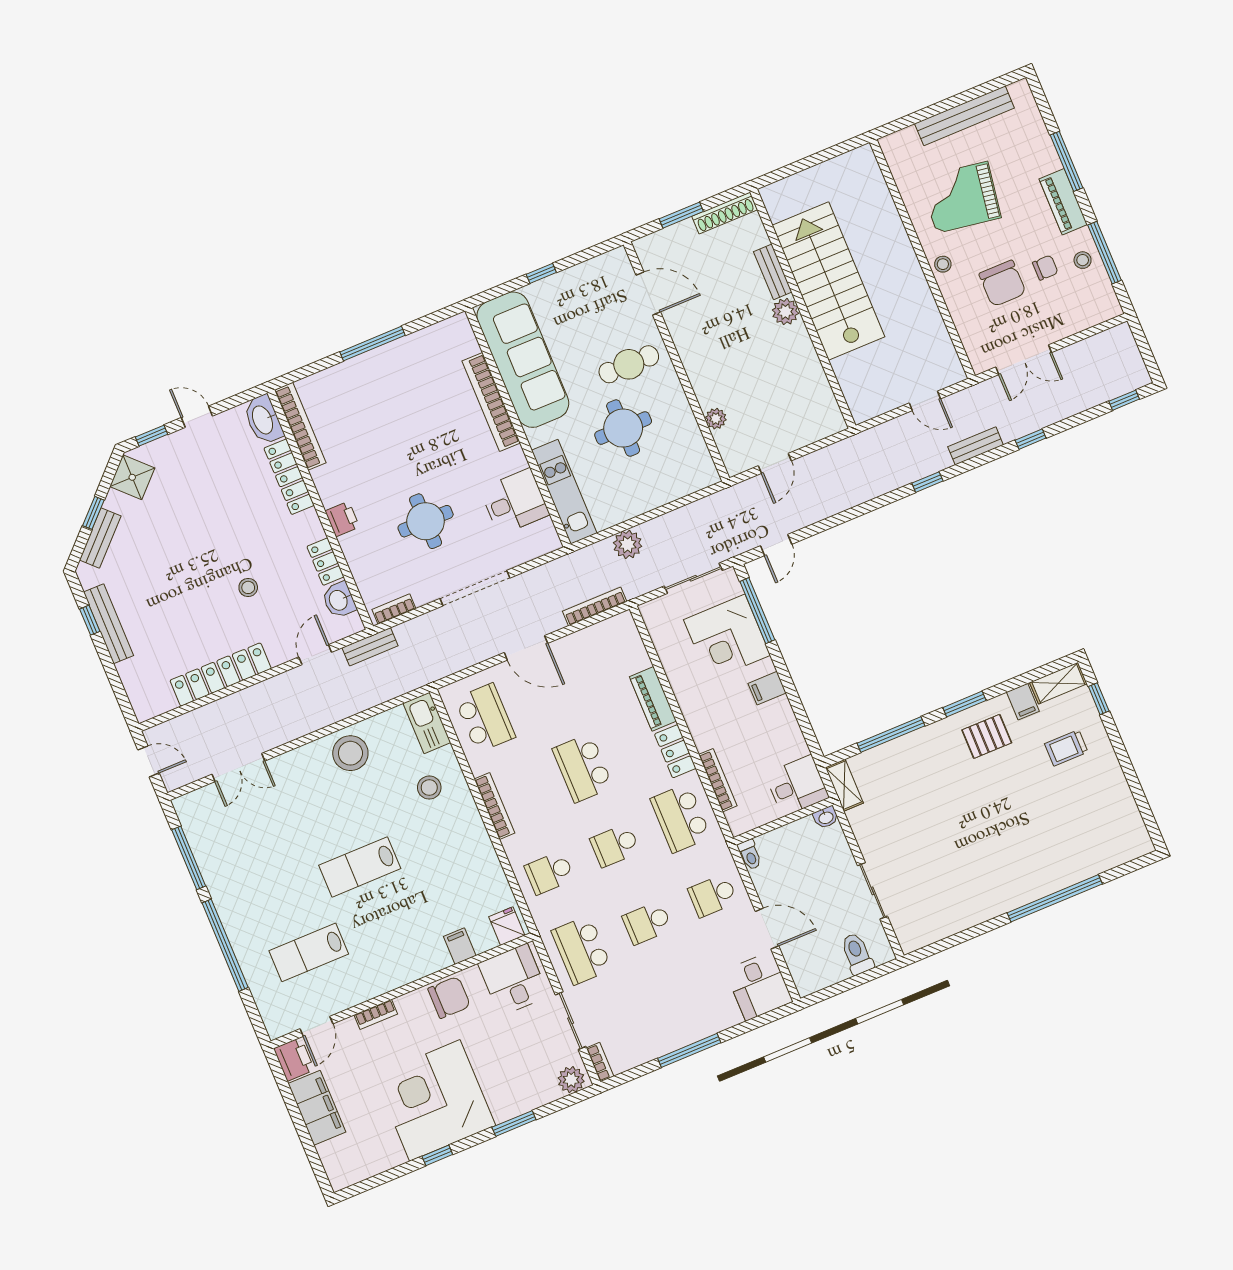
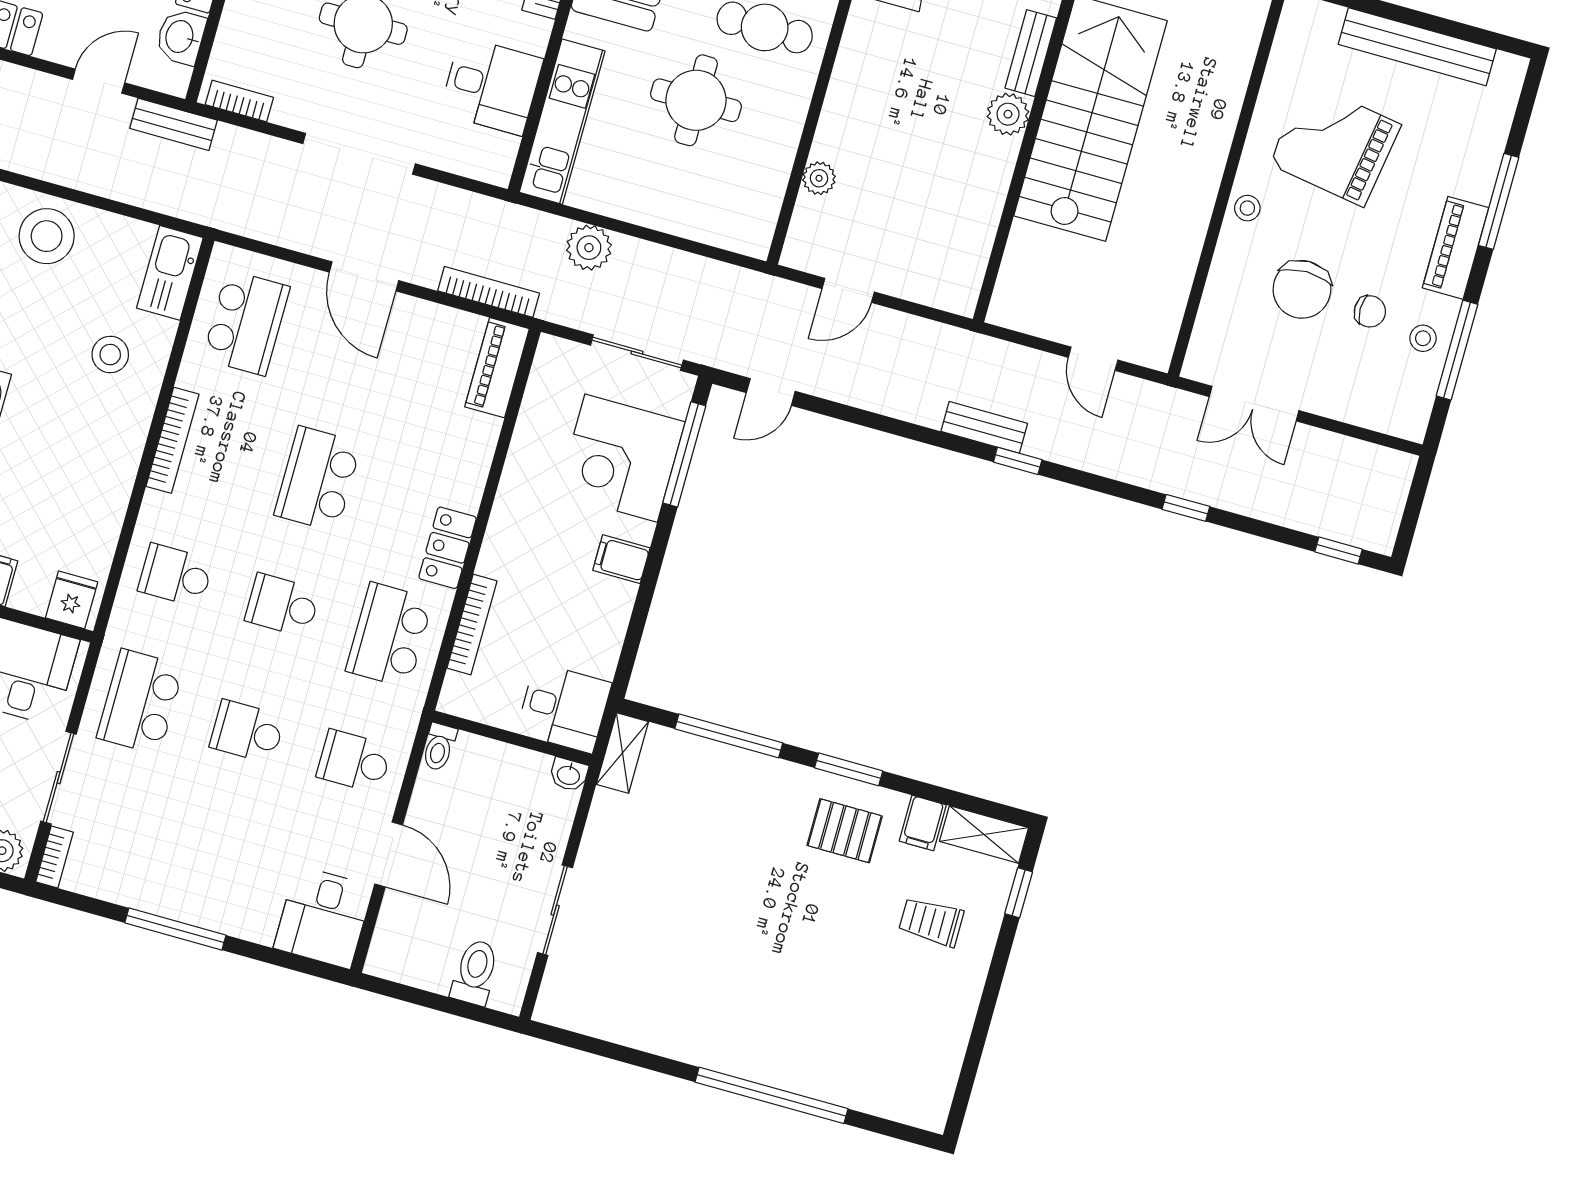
bench: (976, 446) -> (984, 427), moved
piano: (653, 699) -> (497, 368), moved

